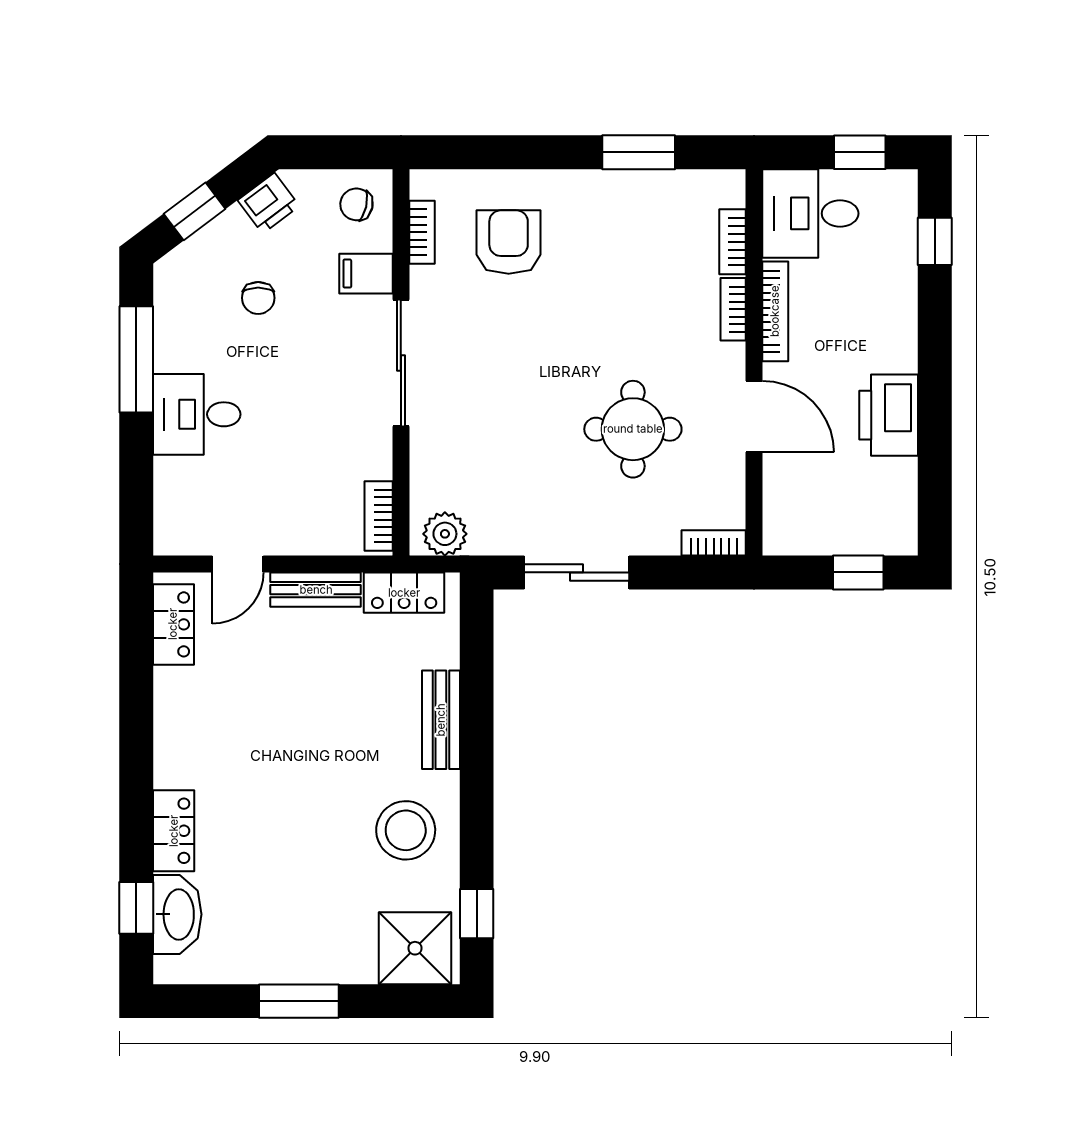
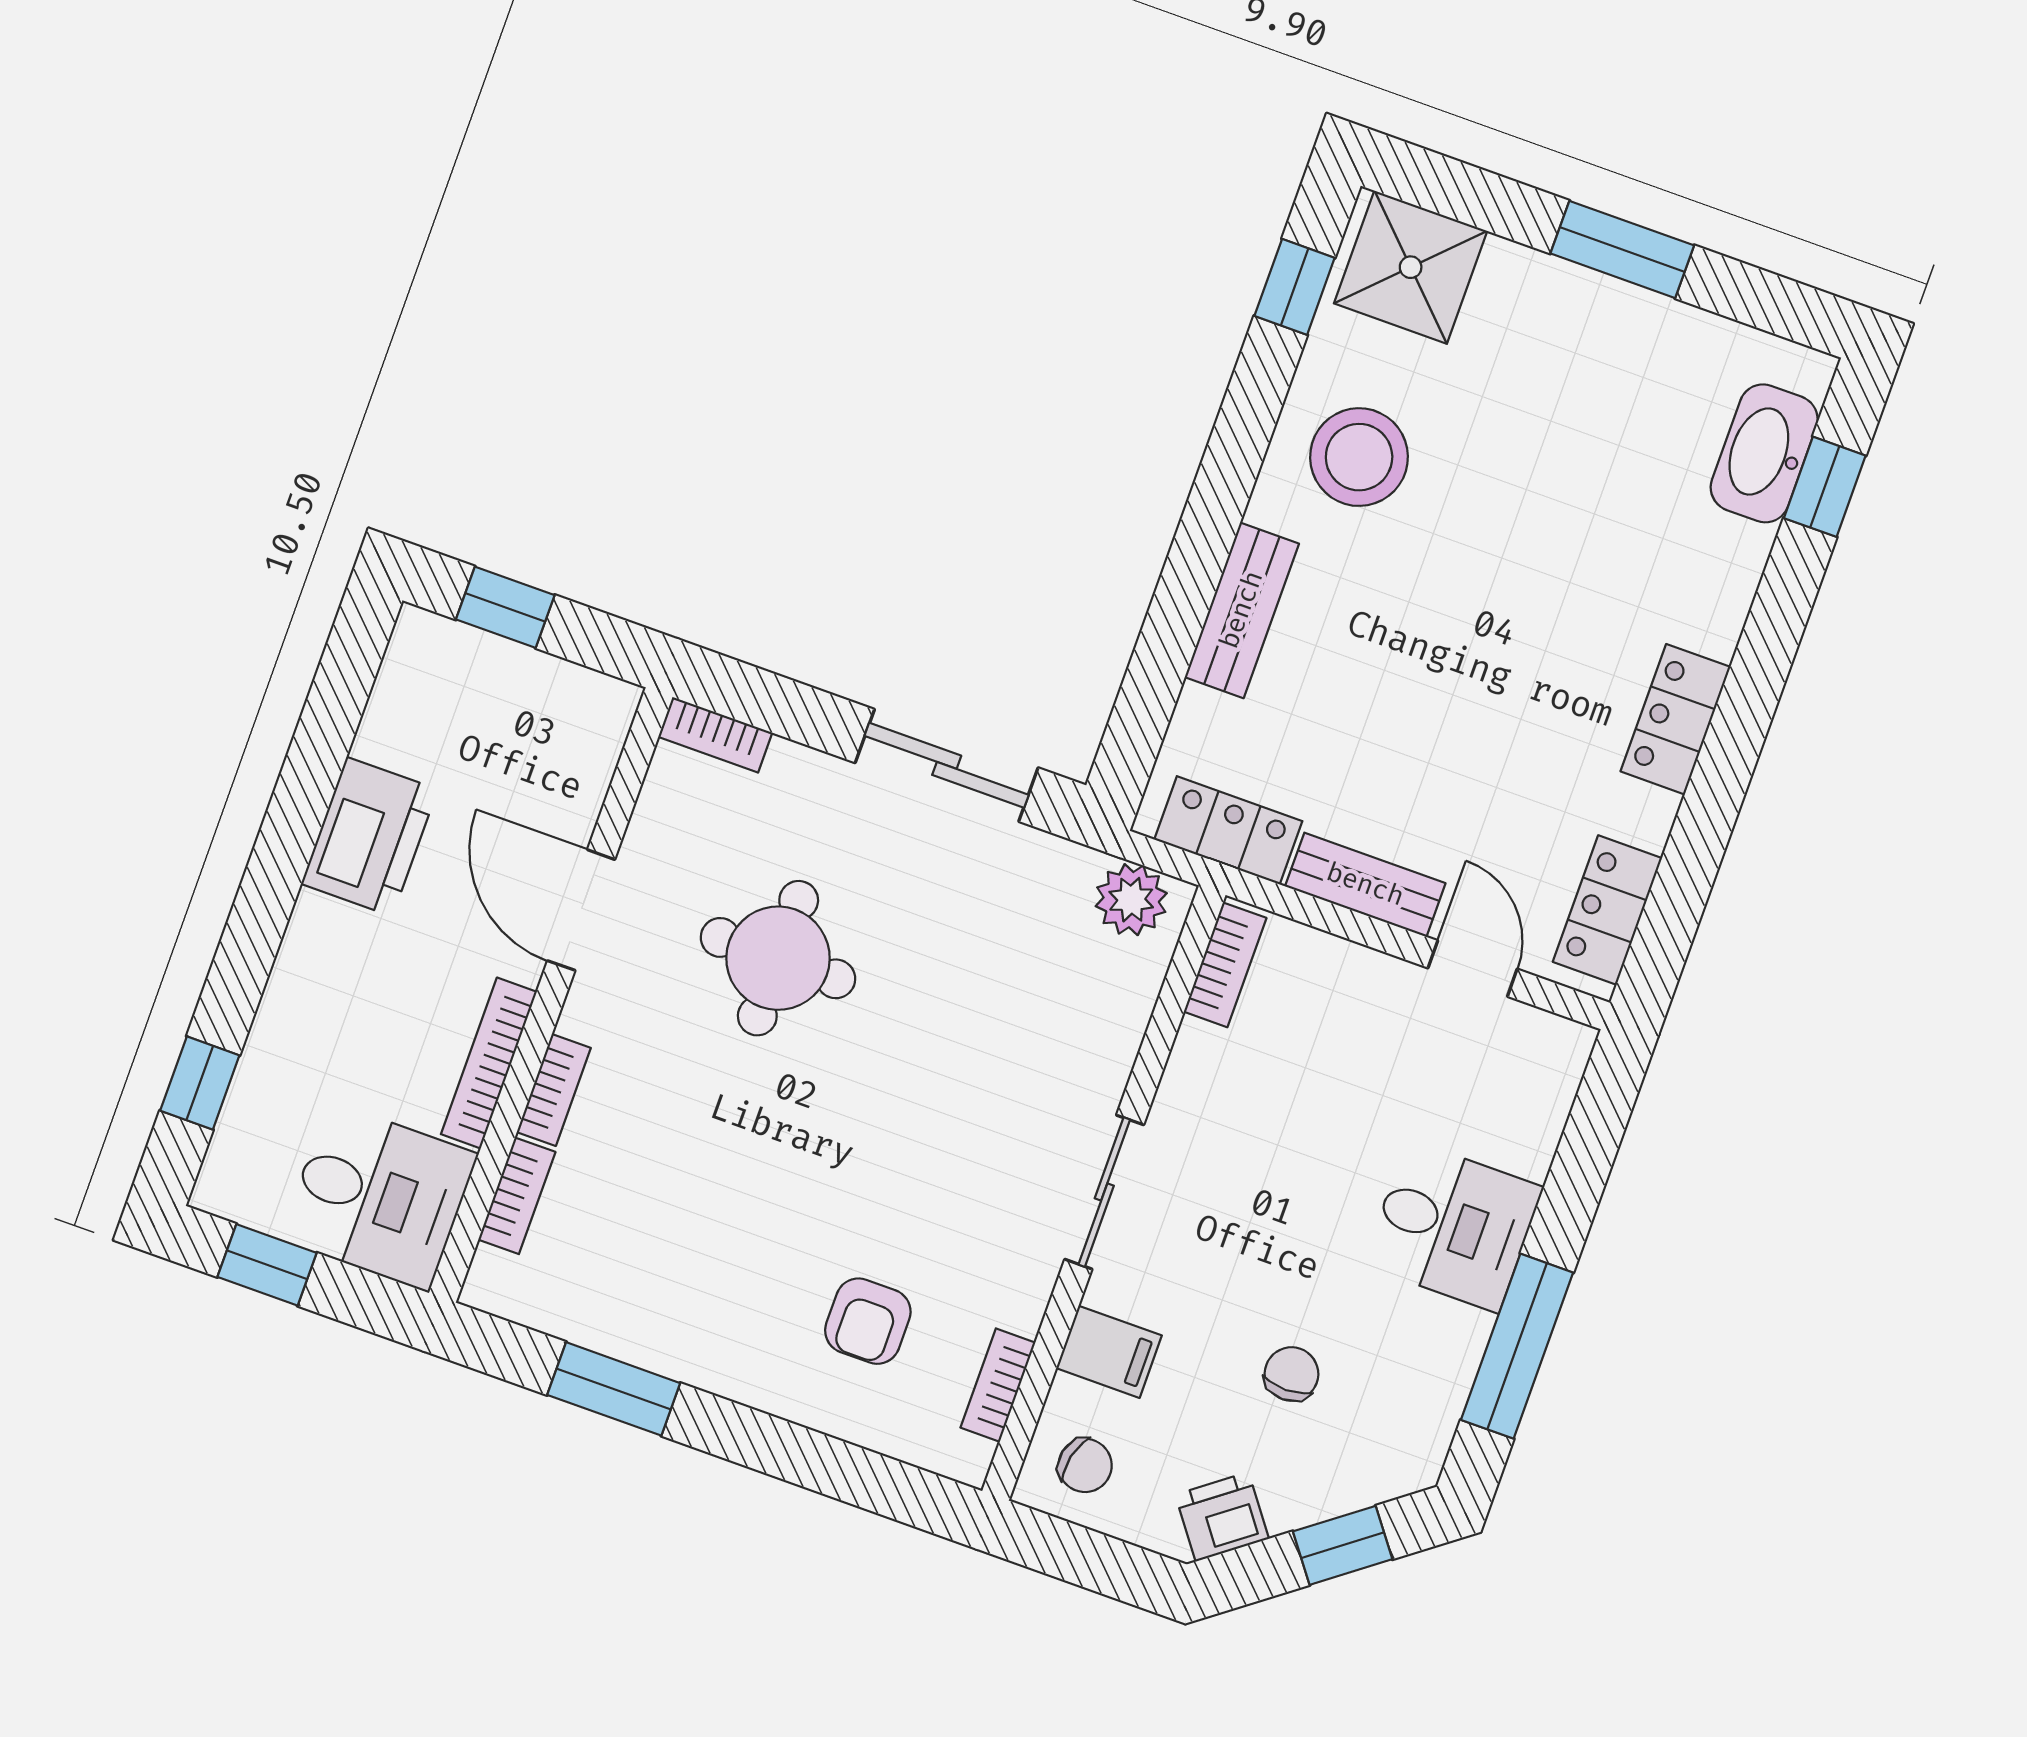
armchair: (509, 242) -> (868, 1321), width x0.72, depth x0.72
sliding door: (401, 363) -> (1104, 1192), width x0.73
door: (238, 564) -> (1473, 968), hinge flipped
locker: (174, 831) -> (1675, 719), moved

